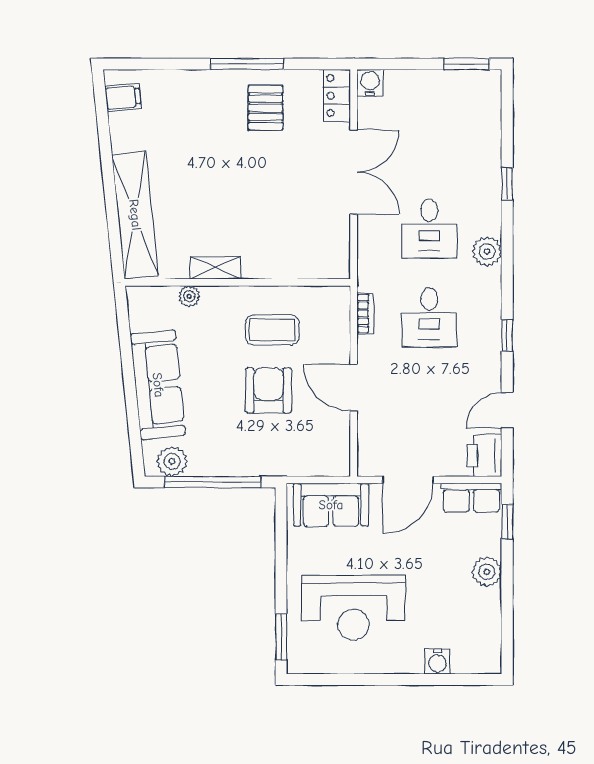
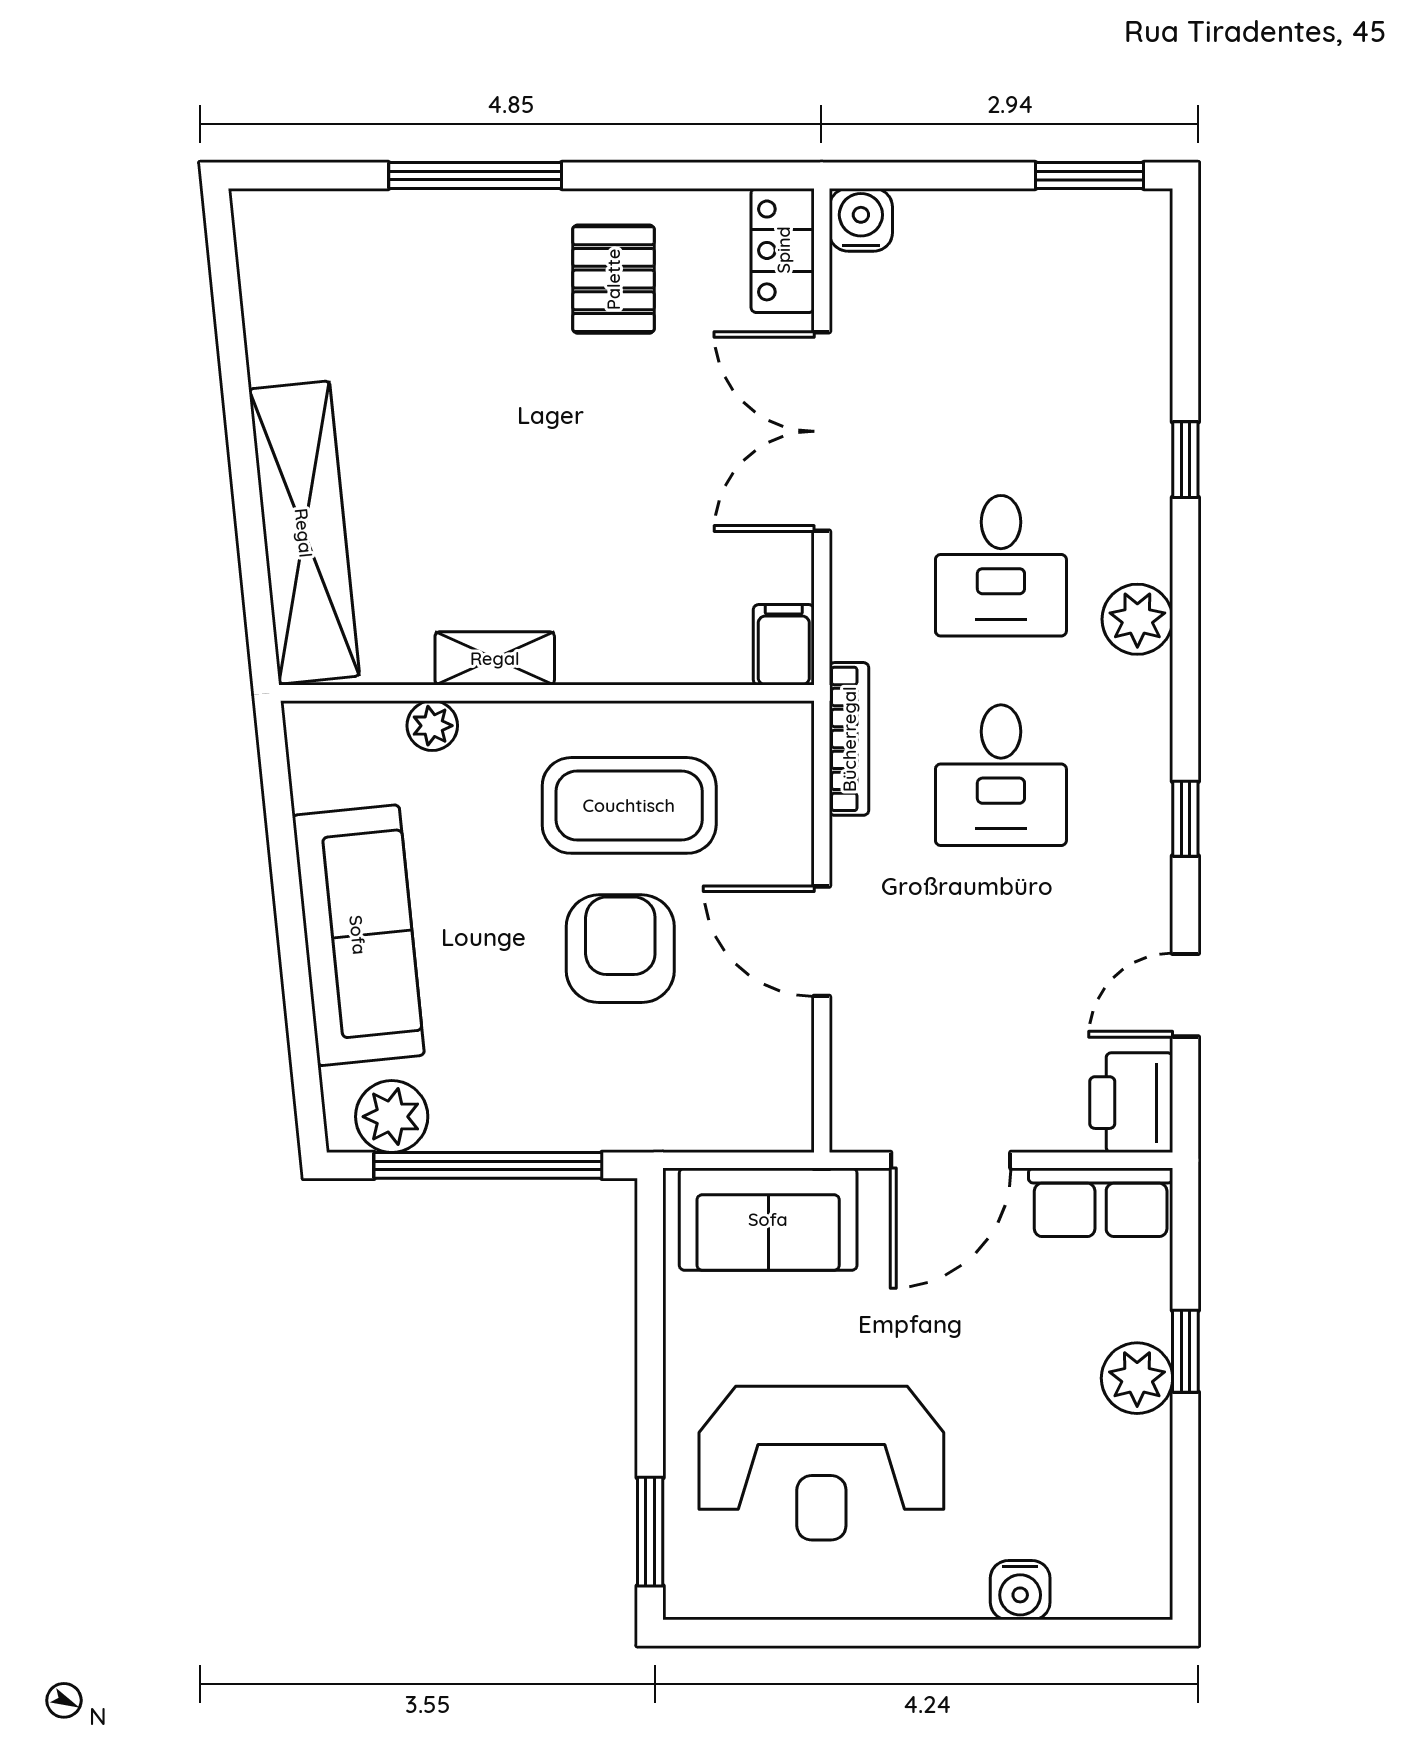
window: (247, 64) -> (475, 176), moved
filing cabinet: (123, 98) -> (784, 645), moved, turned -84
double door: (354, 172) -> (822, 431), swing flipped
bookcase: (365, 314) -> (849, 739), width x1.56
coffee table: (272, 330) -> (629, 805), width x1.36, depth x1.32
window: (507, 522) -> (1185, 1351), moved

